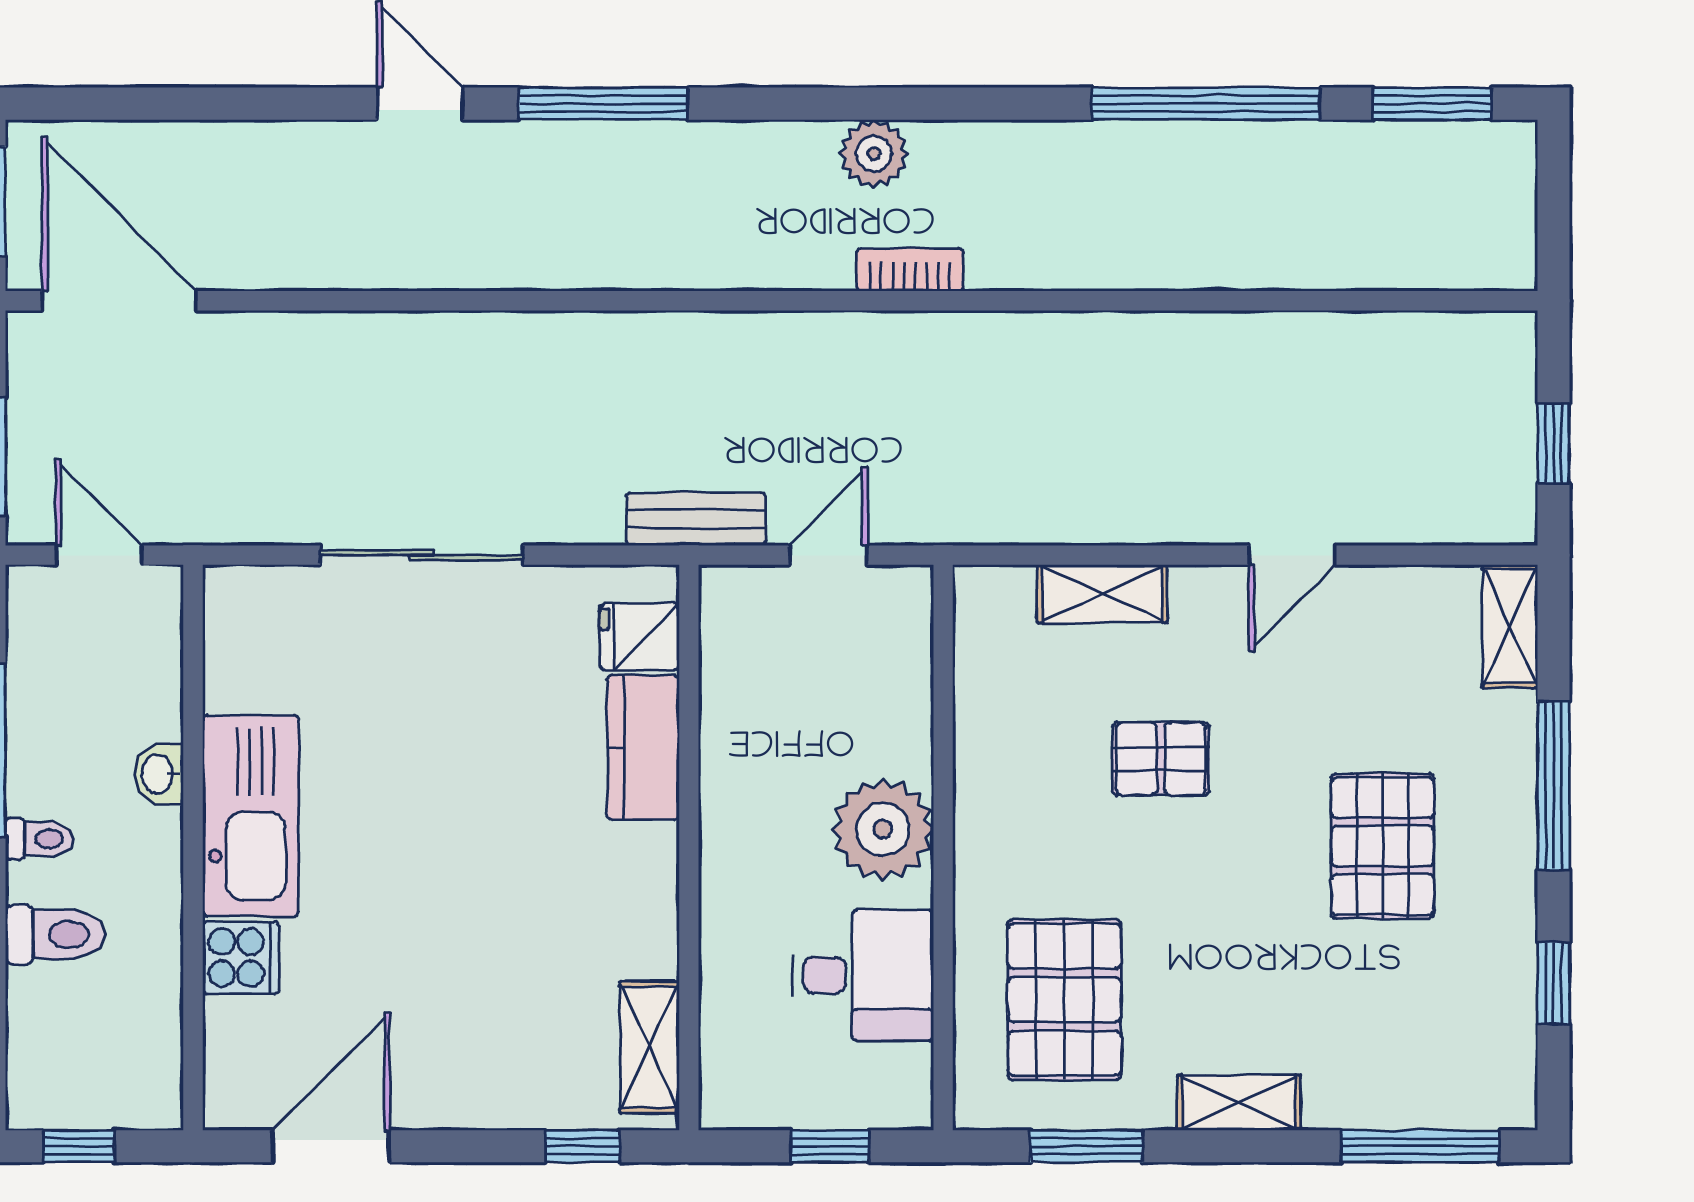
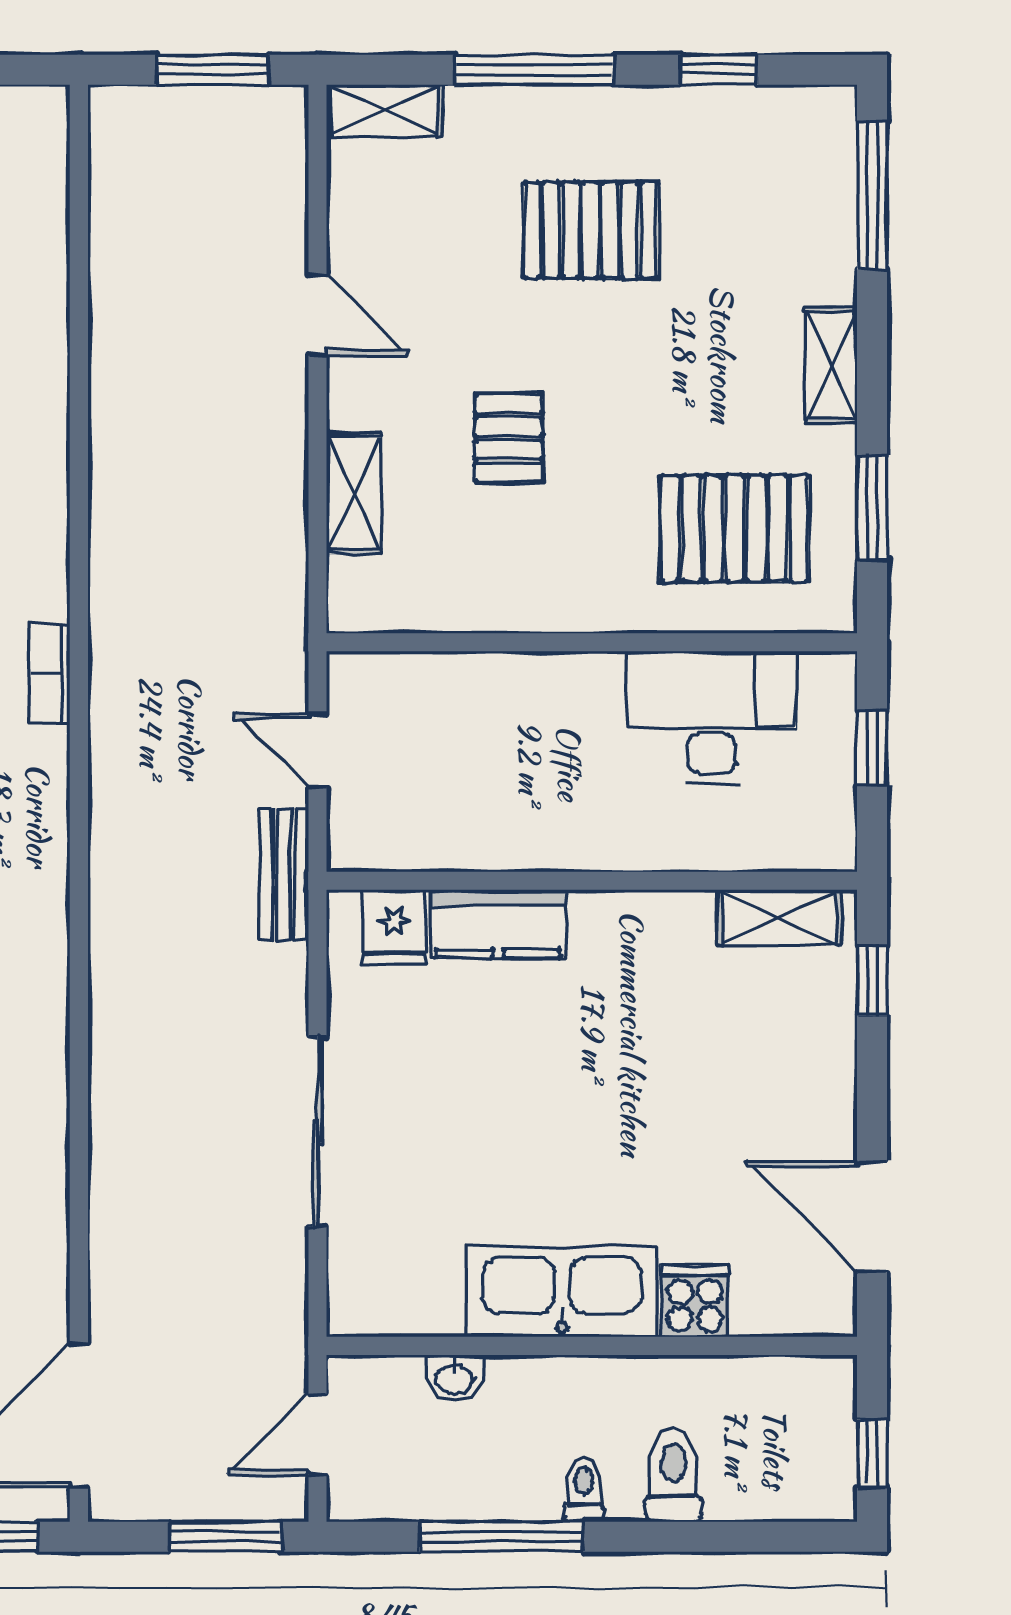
window: (1554, 443) -> (213, 70), width x1.50
washbasin: (159, 774) -> (454, 1378), moved
plant: (883, 829) -> (575, 699), removed
desk: (863, 975) -> (712, 717), width x1.37

